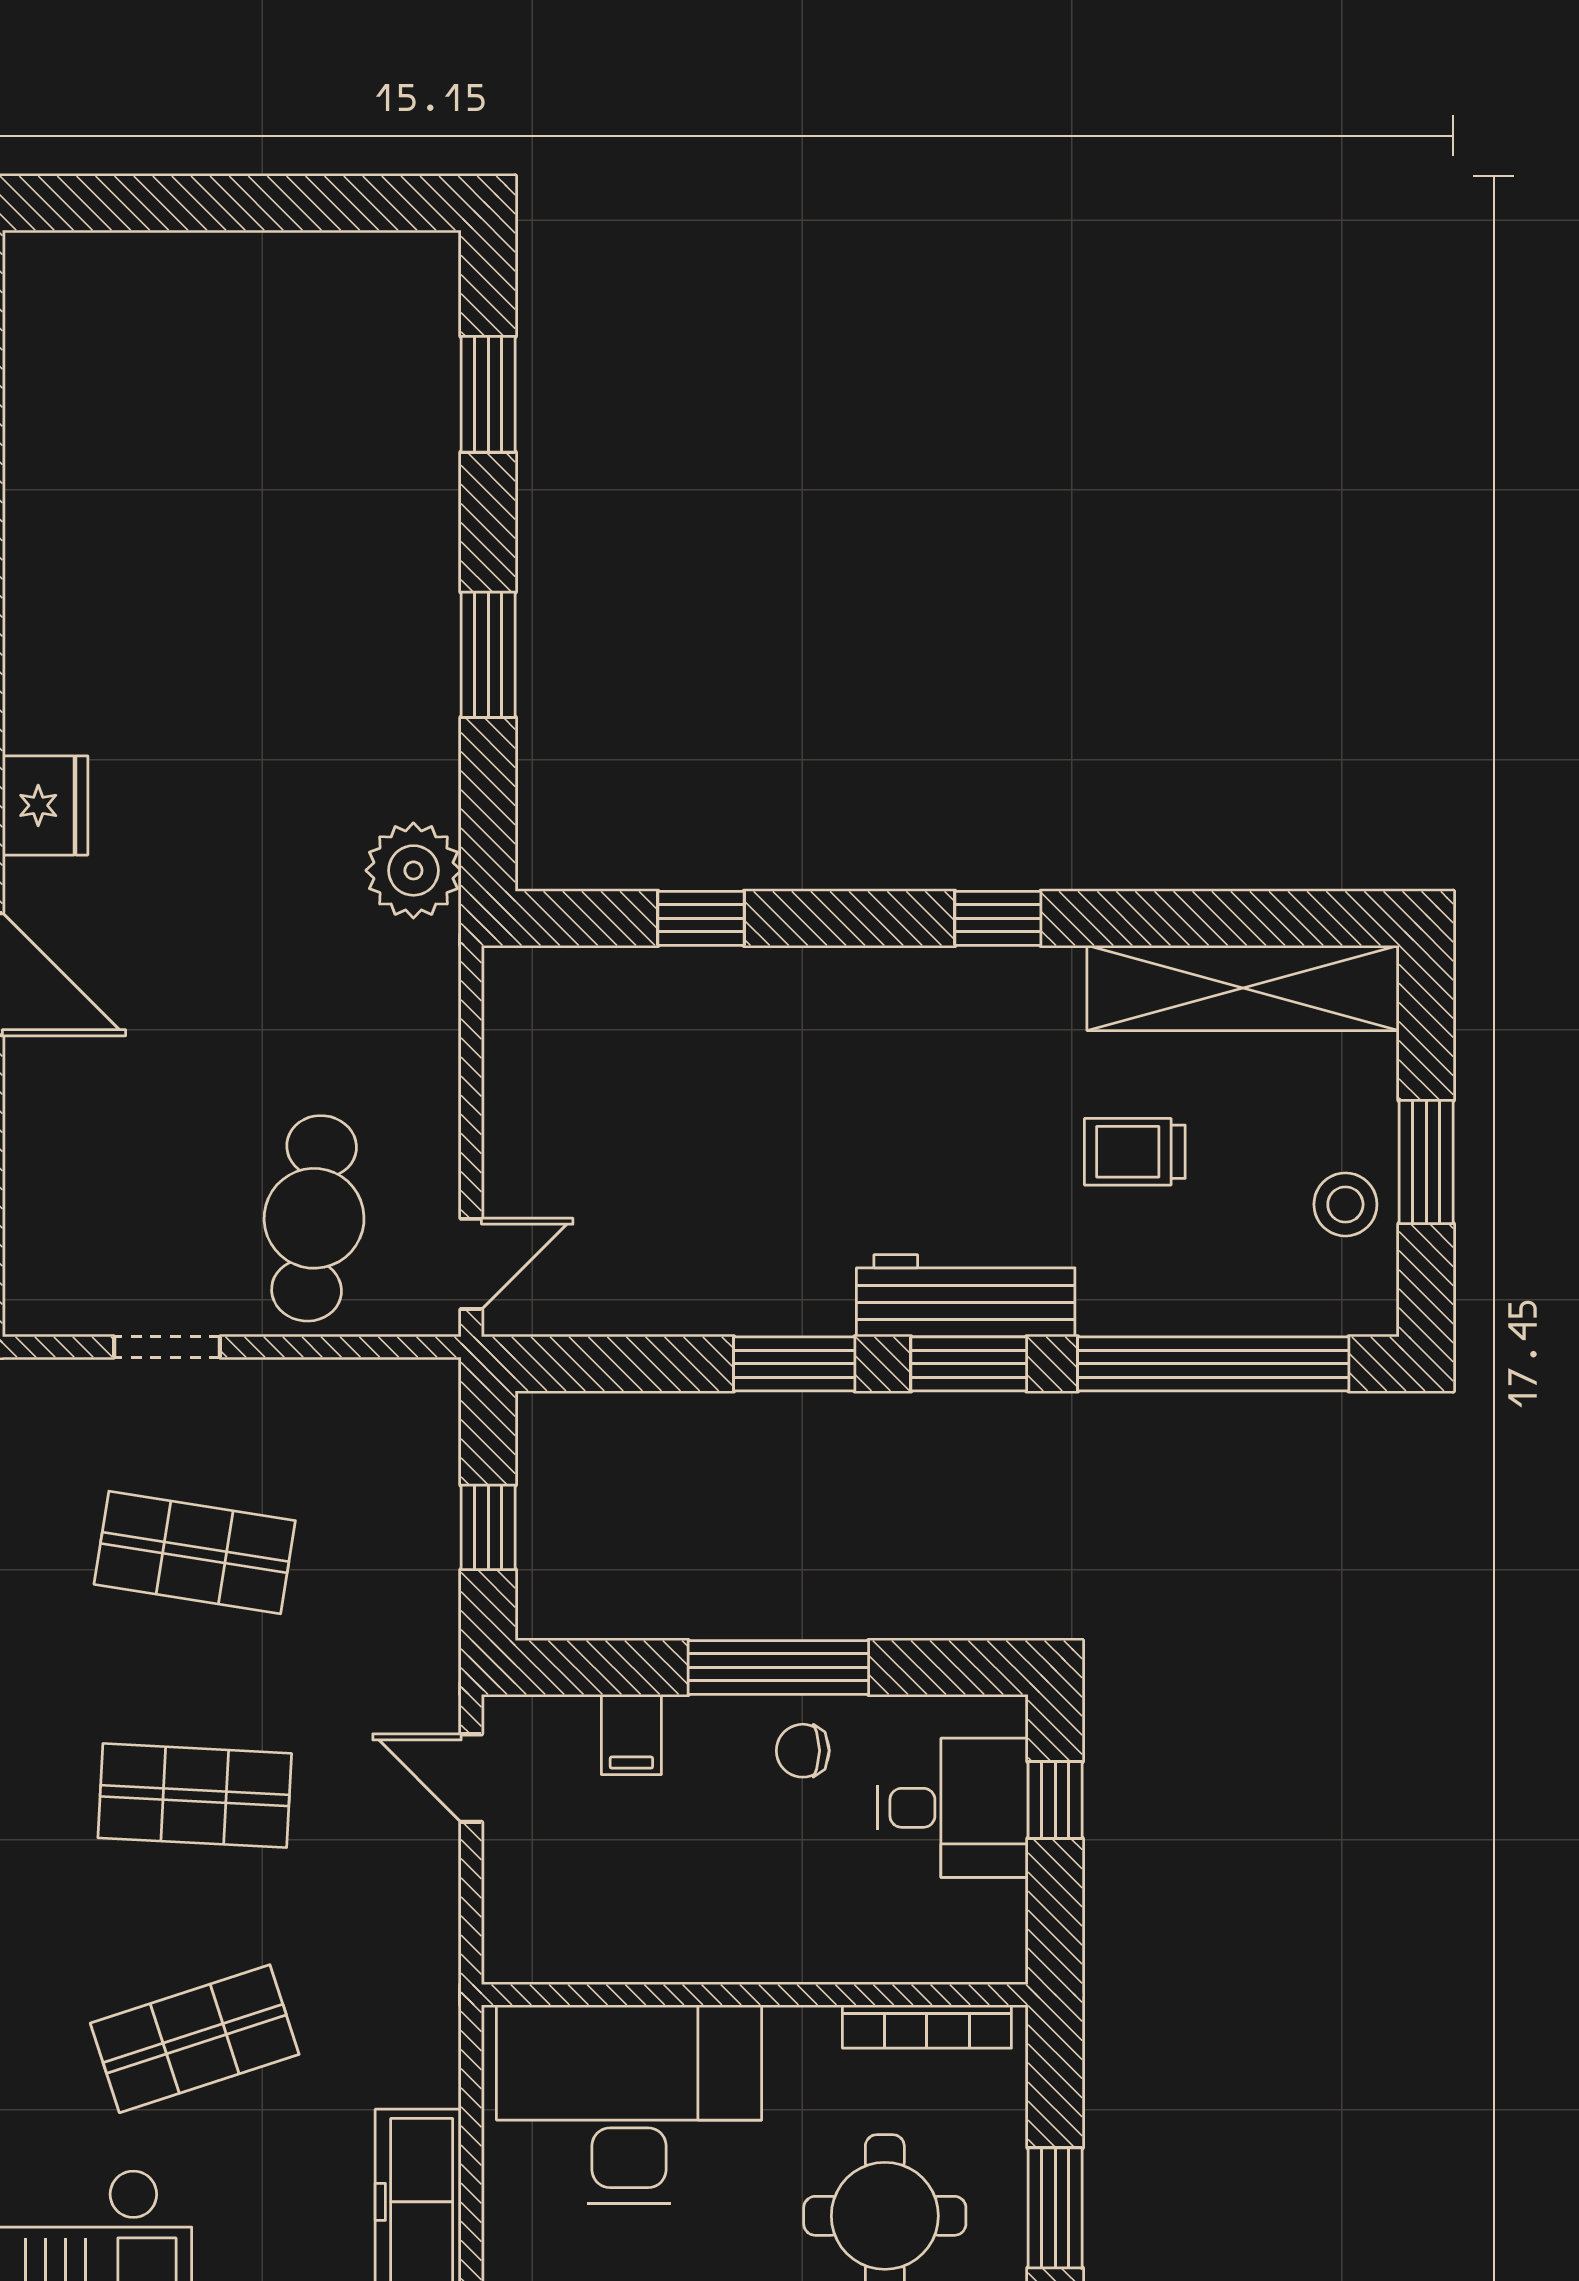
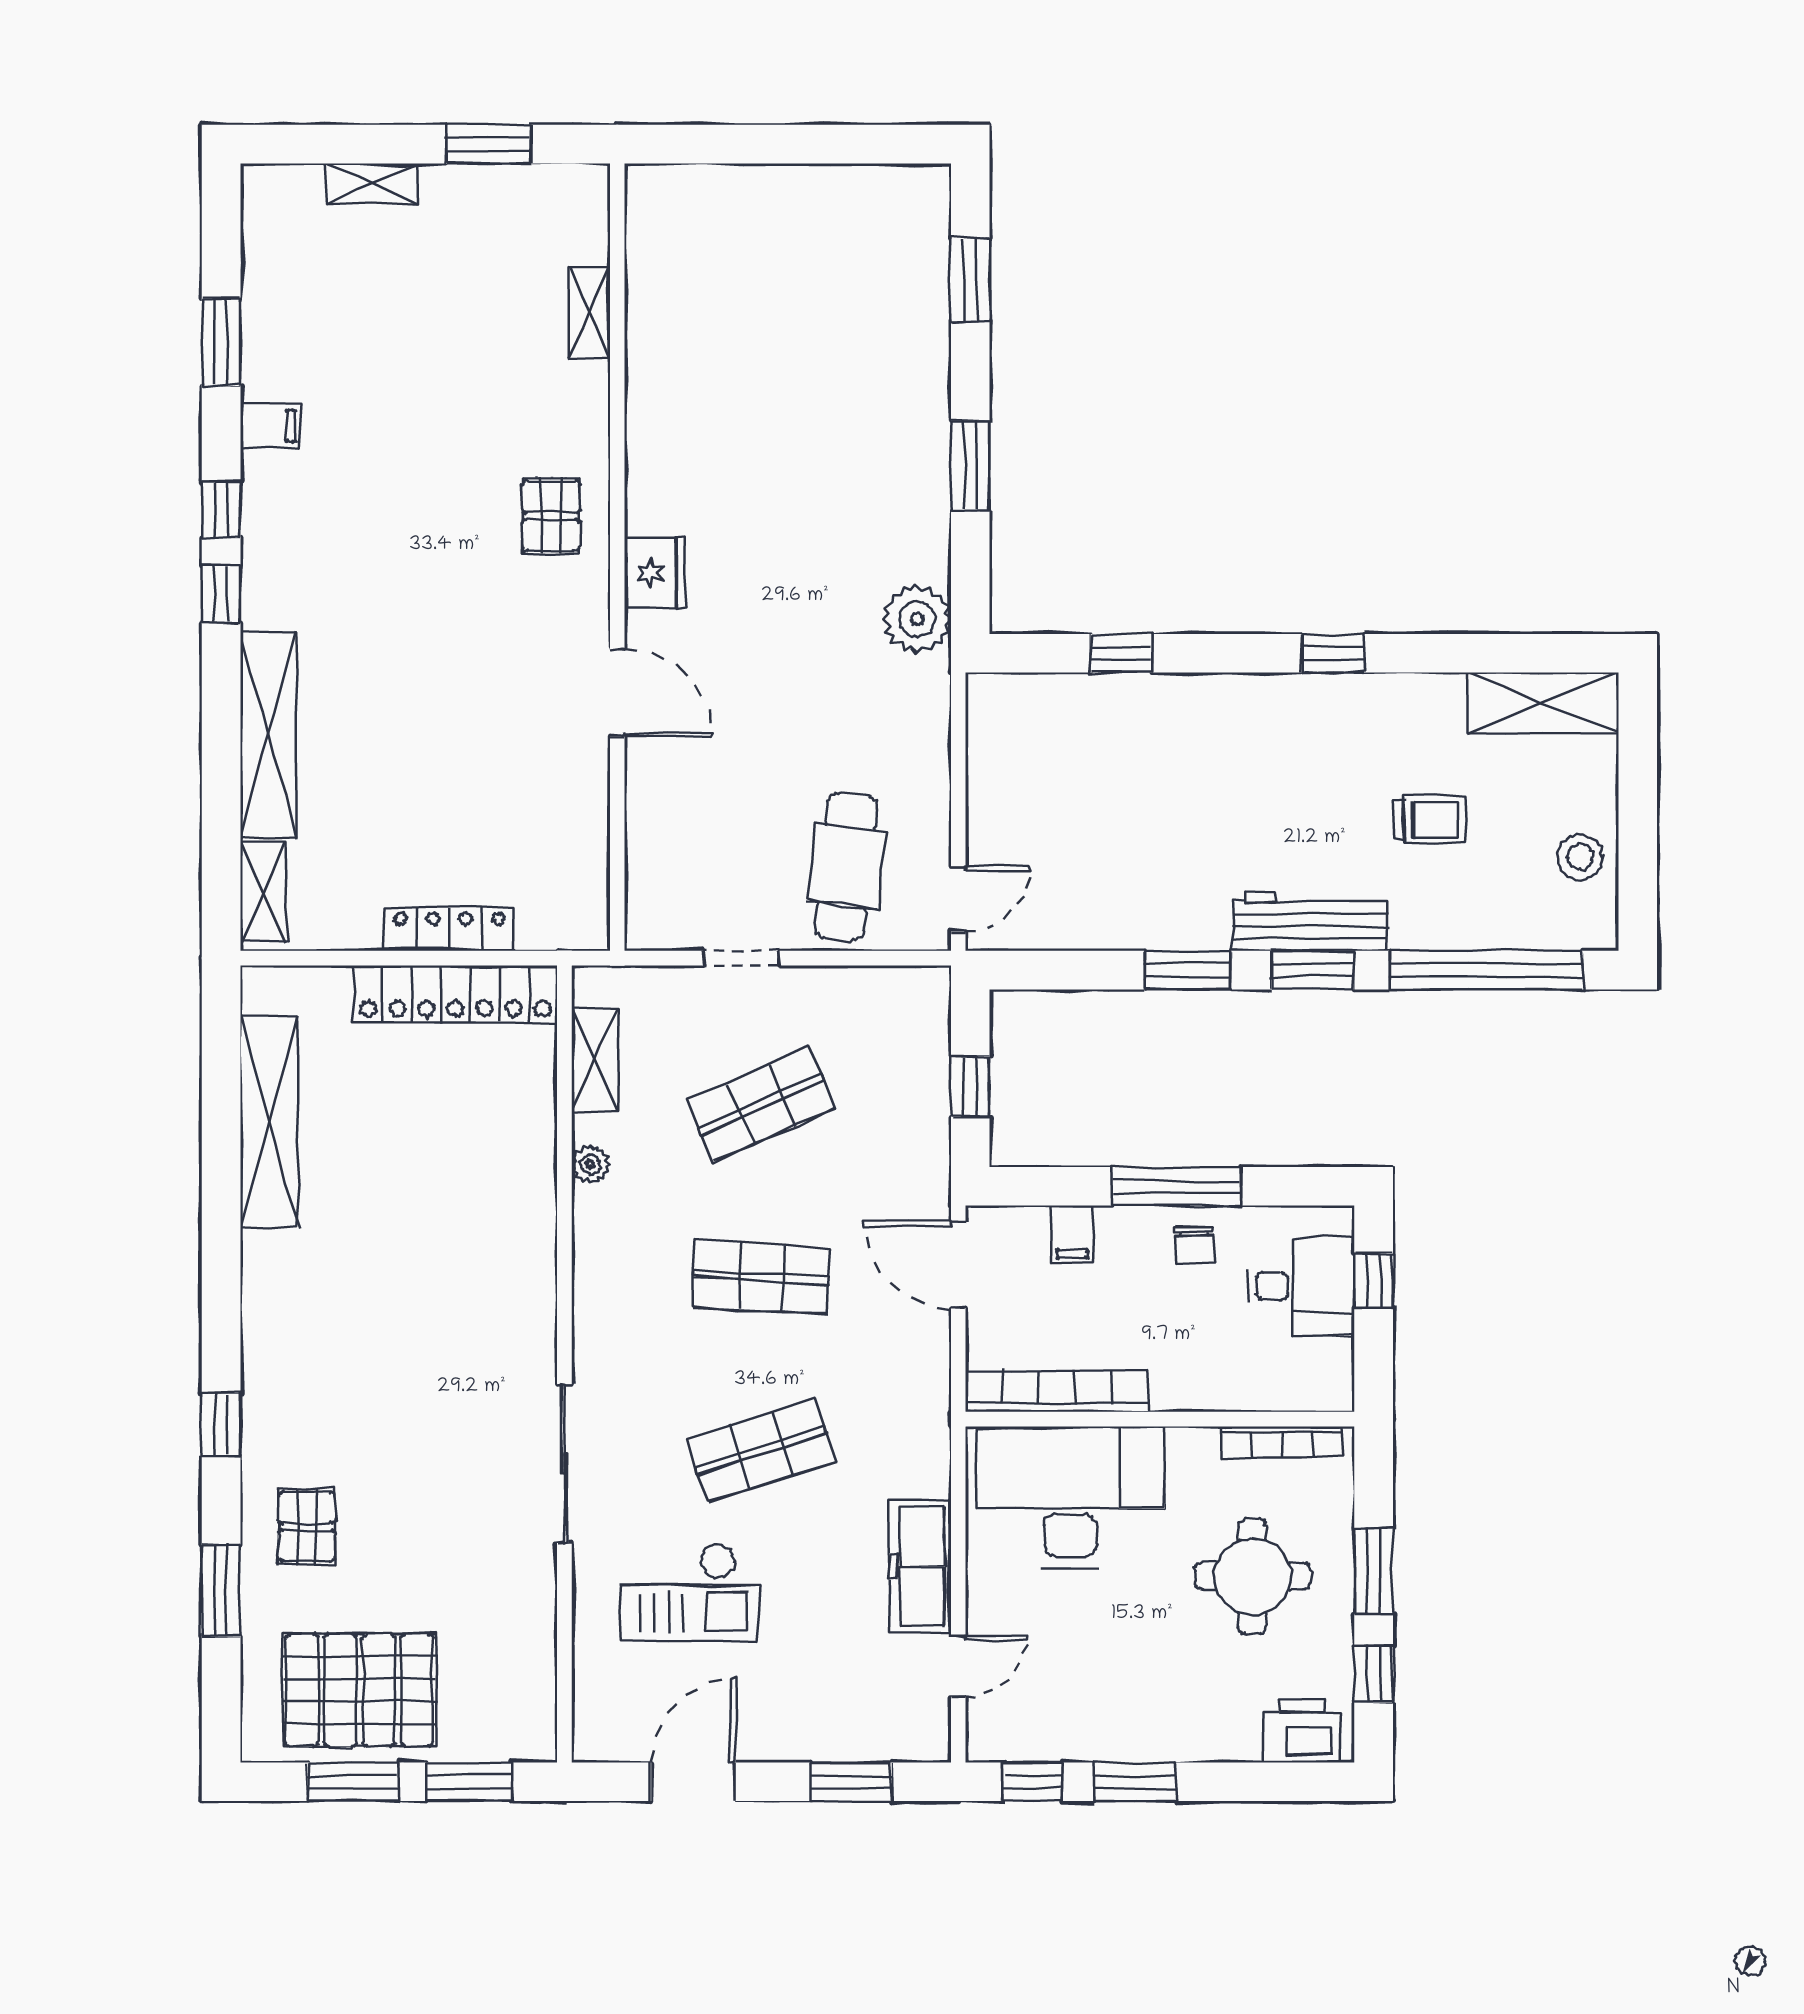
shelving: (1243, 988) -> (1543, 703), width x0.68
trolley: (1135, 1152) -> (1430, 819), turned 180
window: (1426, 1162) -> (1638, 827), removed
shop shelf: (195, 1552) -> (761, 1104), turned -33
chair: (803, 1751) -> (1194, 1246), turned -92
door: (471, 1778) -> (958, 1265), width x1.38
bookcase: (611, 1955) -> (1057, 1391), added

